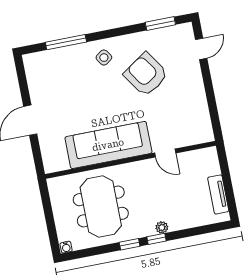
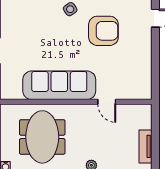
armchair: (146, 74) -> (103, 31), turned 124

